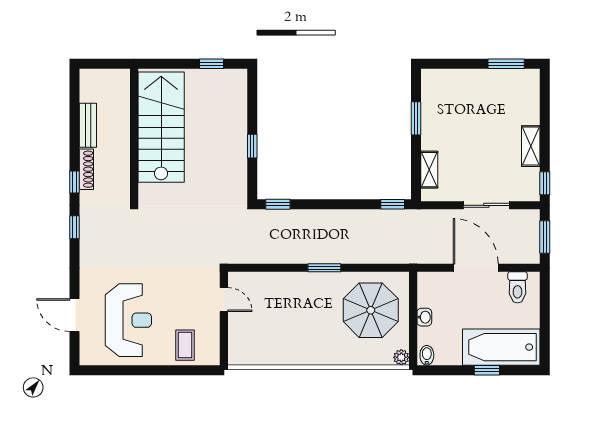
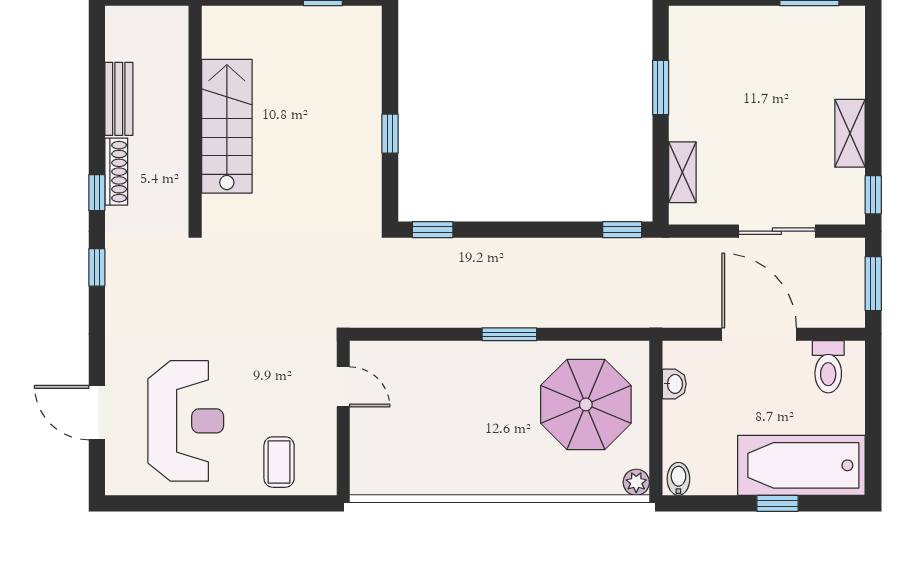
stairs: (161, 127) -> (227, 126), width x0.73, depth x0.66
washbasin: (424, 317) -> (674, 384), moved

